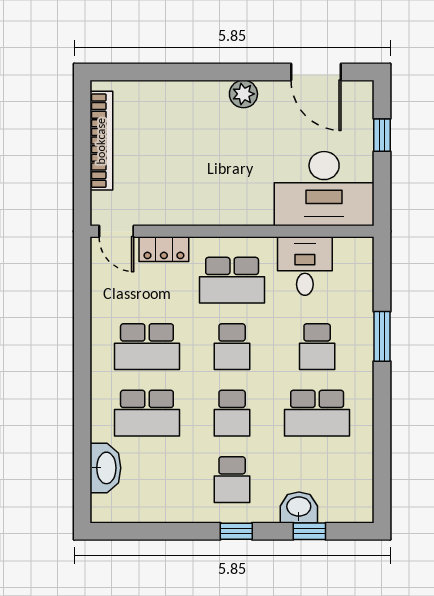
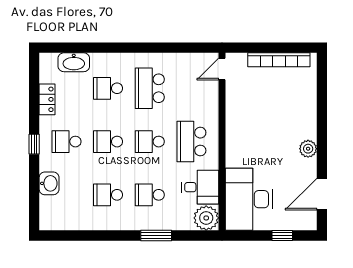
locker: (164, 249) -> (47, 99), moved, turned 180
plant: (354, 257) -> (206, 218), added
school desk: (147, 413) -> (108, 88), width x0.54
school desk: (317, 413) -> (108, 195), width x0.54
window: (309, 531) -> (34, 190), removed

